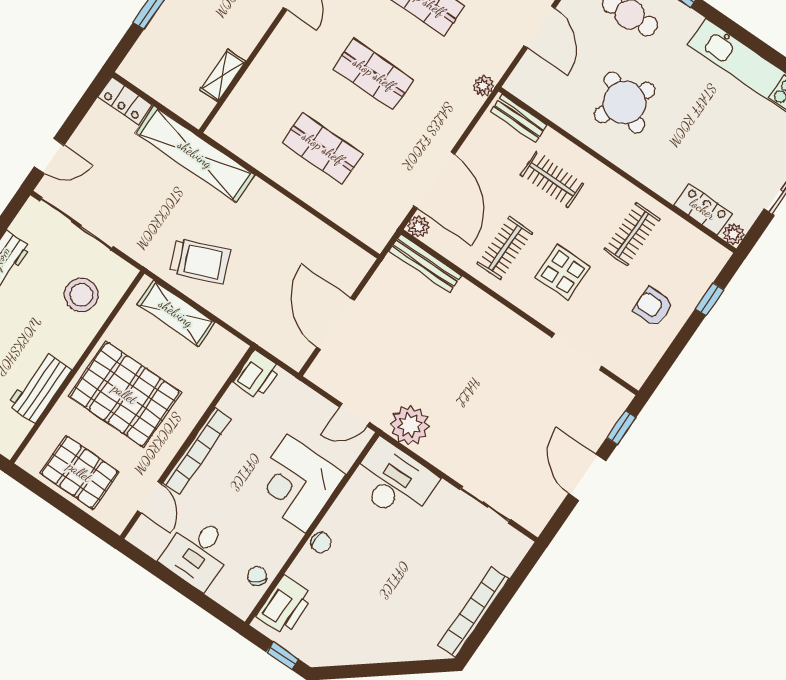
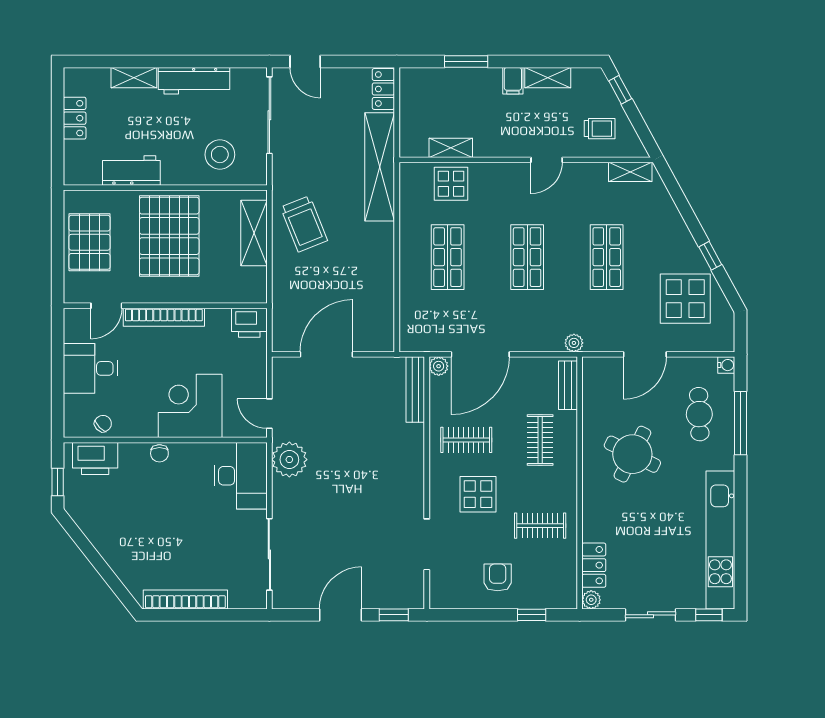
display table: (256, 98) -> (451, 184), added
sliding door: (485, 505) -> (269, 554), width x1.37

